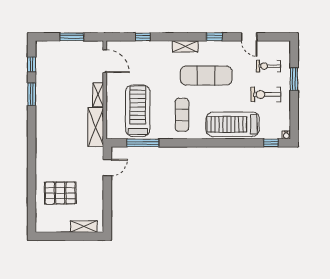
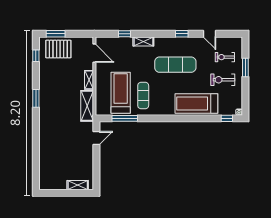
window: (72, 37) -> (56, 34), moved
shelving: (185, 46) -> (143, 41), moved
window: (32, 94) -> (36, 98), moved
exercise mat: (182, 115) -> (143, 96), moved
pallet: (60, 193) -> (58, 49), moved

